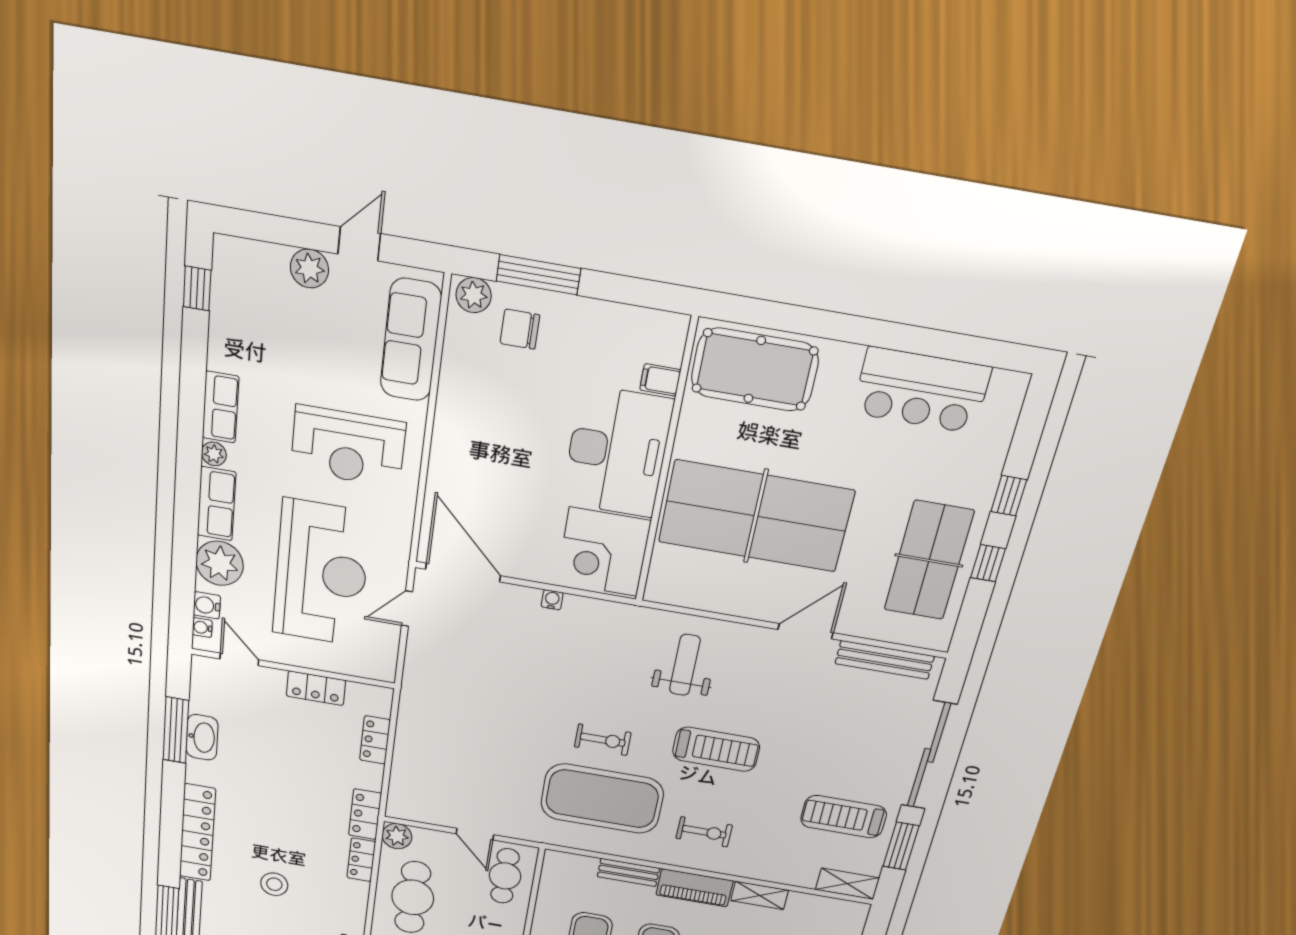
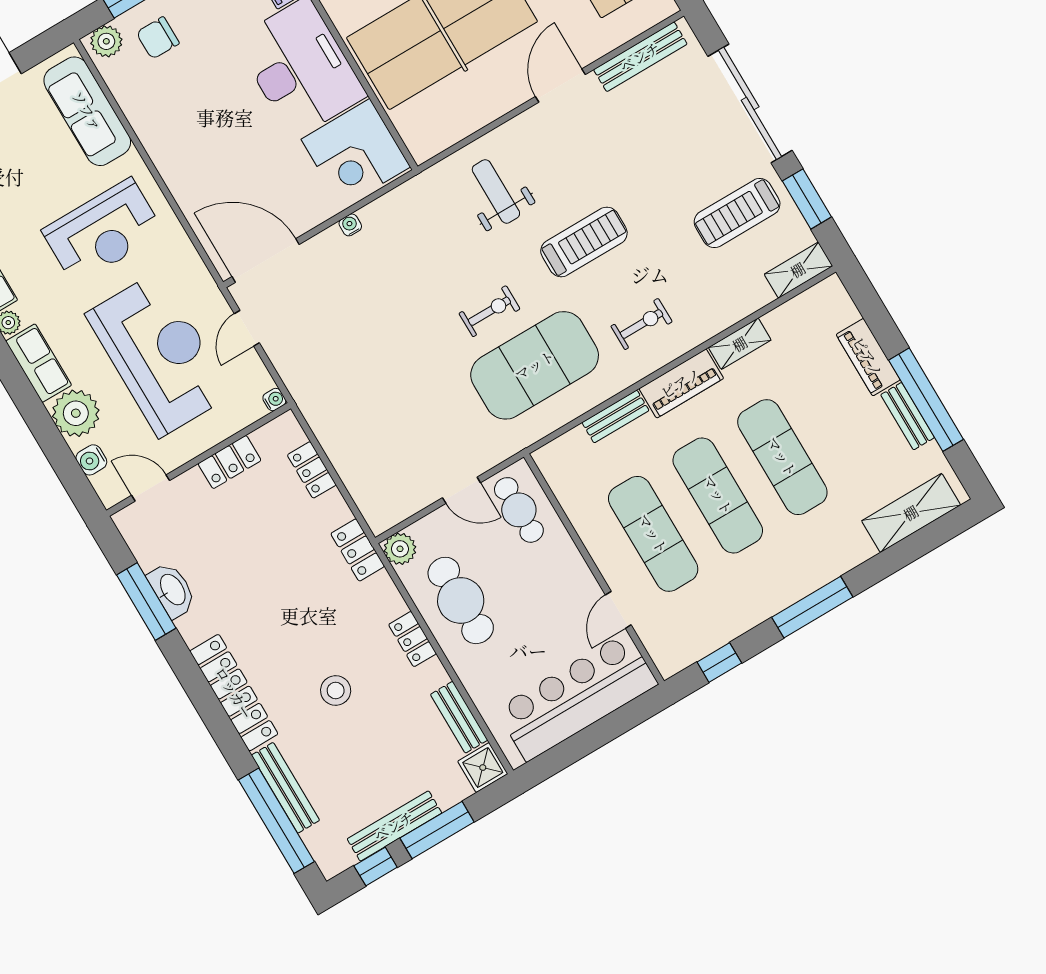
water cooler: (202, 627) -> (274, 400), moved, turned 180
locker: (361, 860) -> (413, 639), moved

